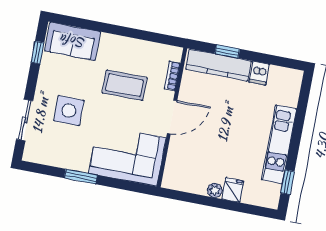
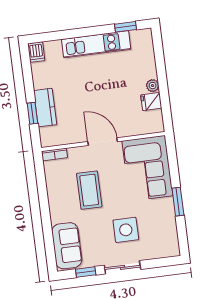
kitchen counter: (219, 65) -> (45, 108), width x0.67
dishwasher: (259, 73) -> (36, 52), moved, turned 90
bookcase: (172, 76) -> (54, 154), moved
sliding door: (25, 120) -> (122, 267), moved
fridge: (233, 190) -> (151, 102), moved

